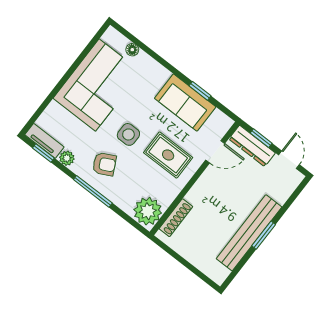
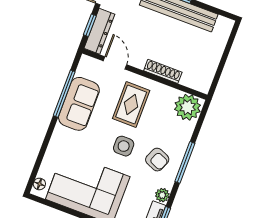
floor lamp: (132, 50) -> (39, 184), moved
window: (200, 91) -> (64, 94), width x2.17
armchair: (104, 164) -> (157, 160), turned 140
shoe rack: (176, 218) -> (163, 71), moved

